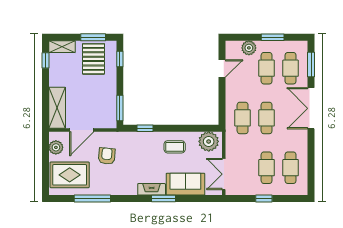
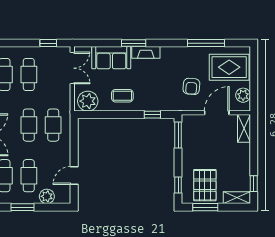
shelving: (57, 108) -> (244, 128), width x0.67, depth x0.75
window: (264, 199) -> (48, 43), moved

